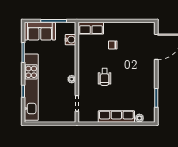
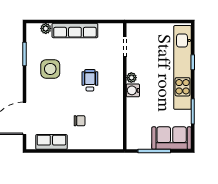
row of seats: (91, 28) -> (51, 142), moved
water cooler: (70, 40) -> (133, 90), moved
side table: (136, 86) -> (50, 69), added

